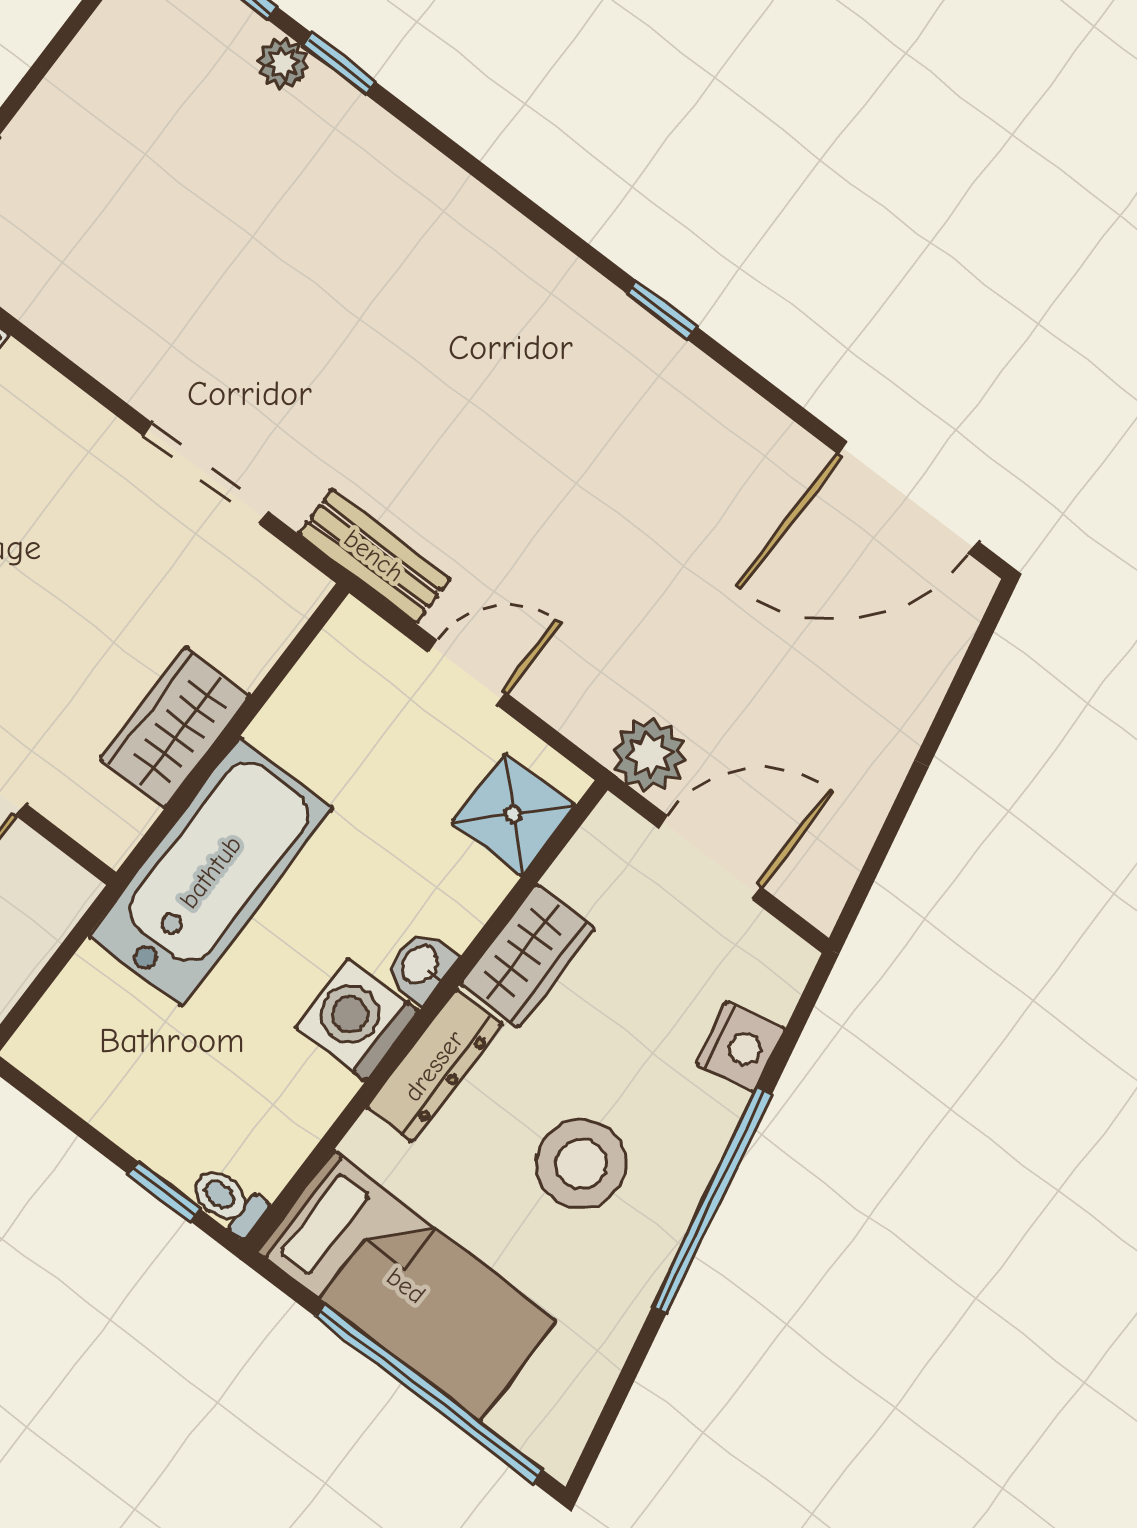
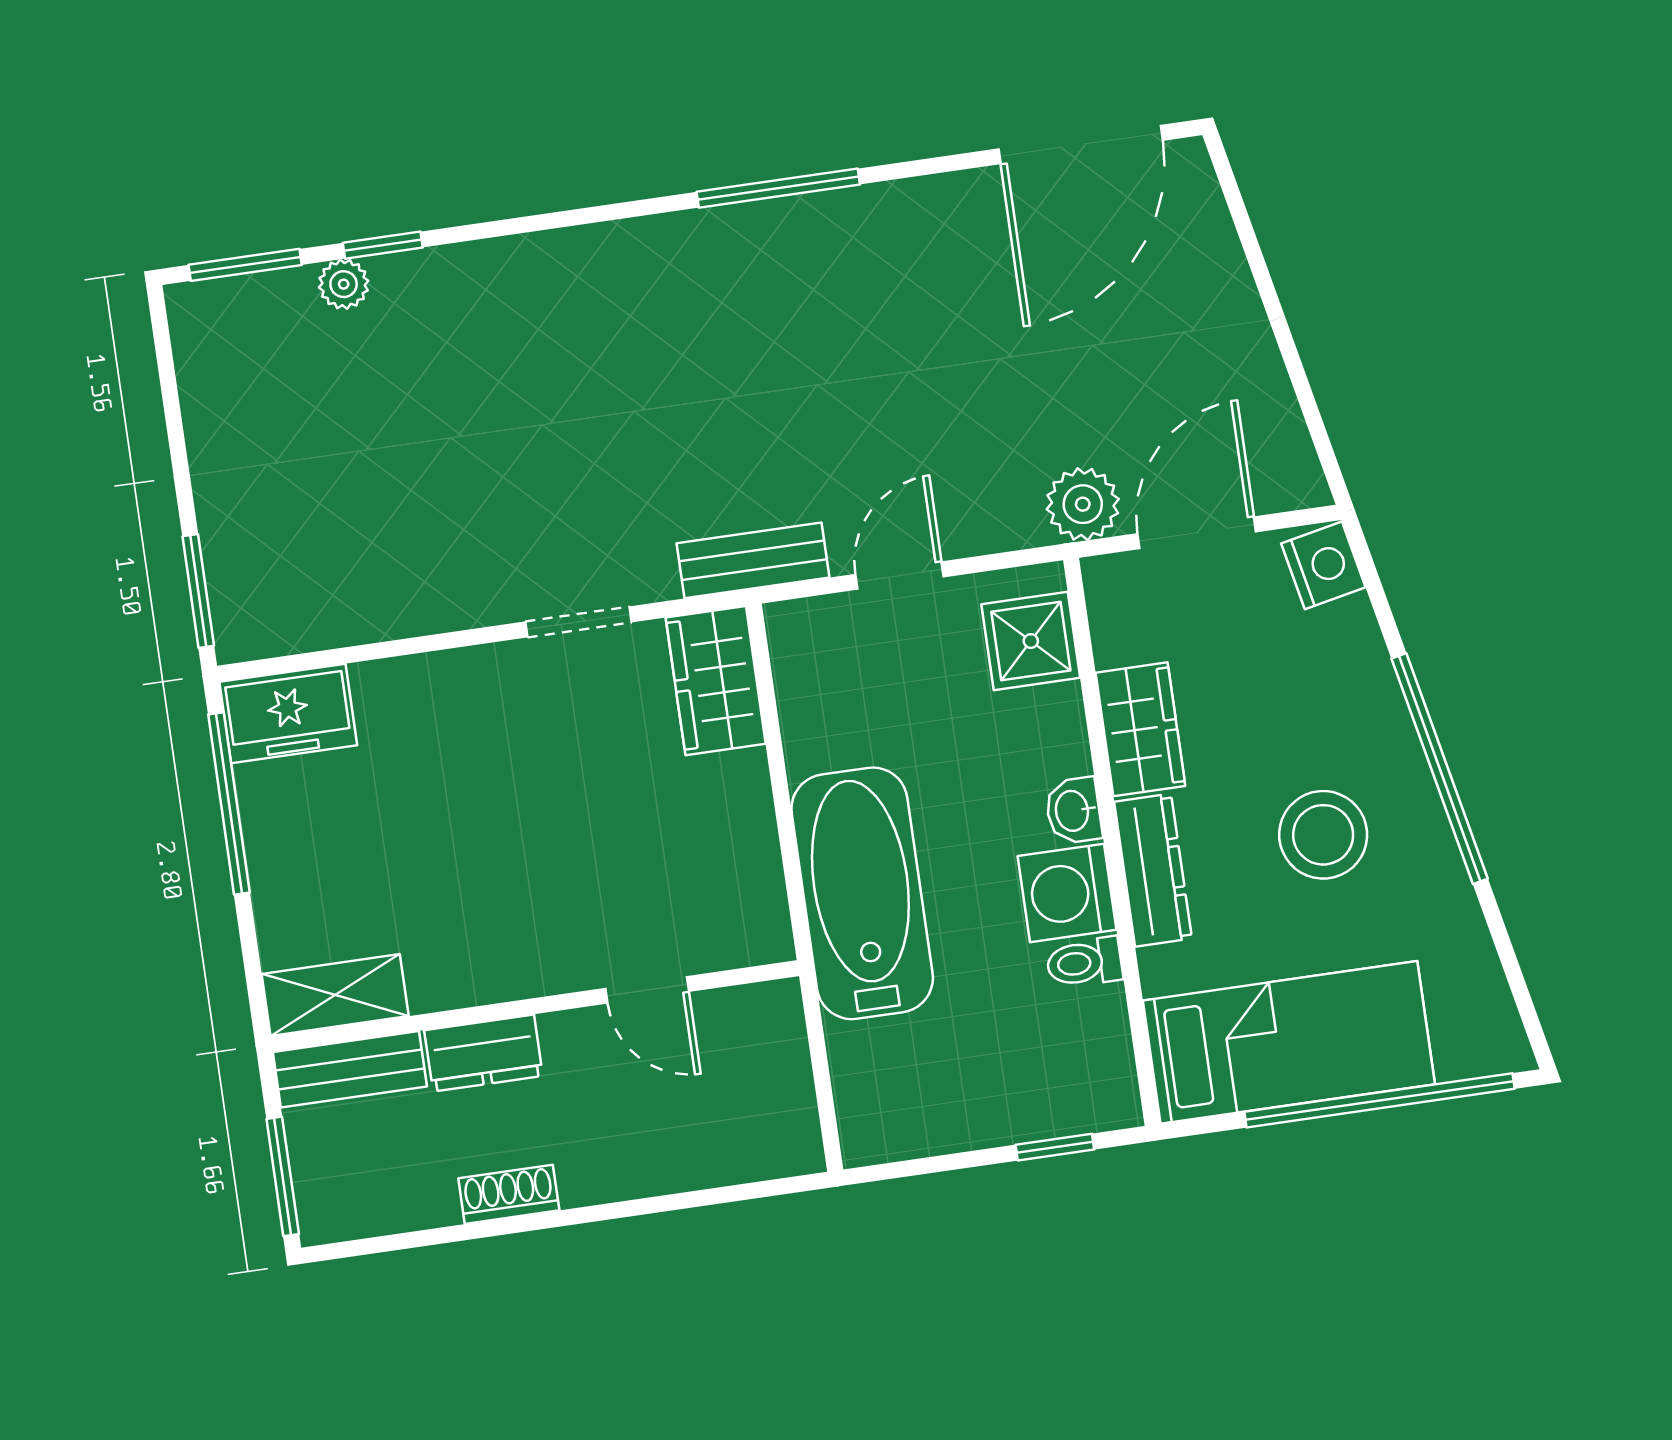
window: (661, 310) -> (778, 188), width x2.17
doorway: (206, 474) -> (579, 622), width x0.73
wardrobe: (175, 727) -> (716, 681), moved
nightstand: (740, 1047) -> (1323, 565), moved
toilet: (228, 1201) -> (1084, 962), moved

